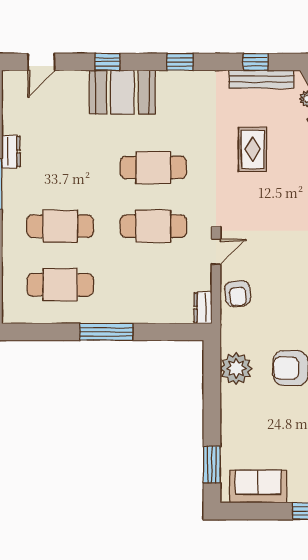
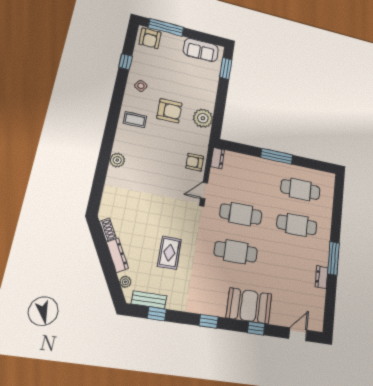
bench: (261, 79) -> (149, 300), width x0.73
armchair: (238, 293) -> (195, 162), turned -85

